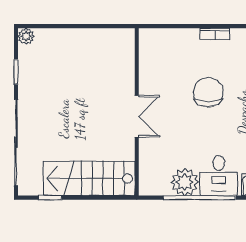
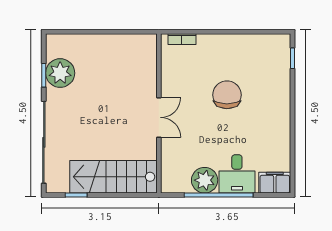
bookcase: (215, 34) -> (182, 39), moved
plant: (26, 36) -> (60, 73), moved, width x1.88, depth x1.88

